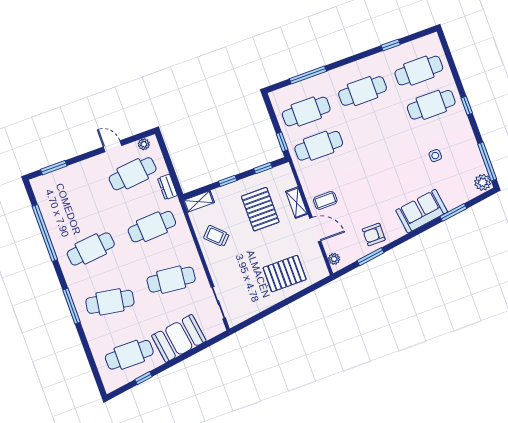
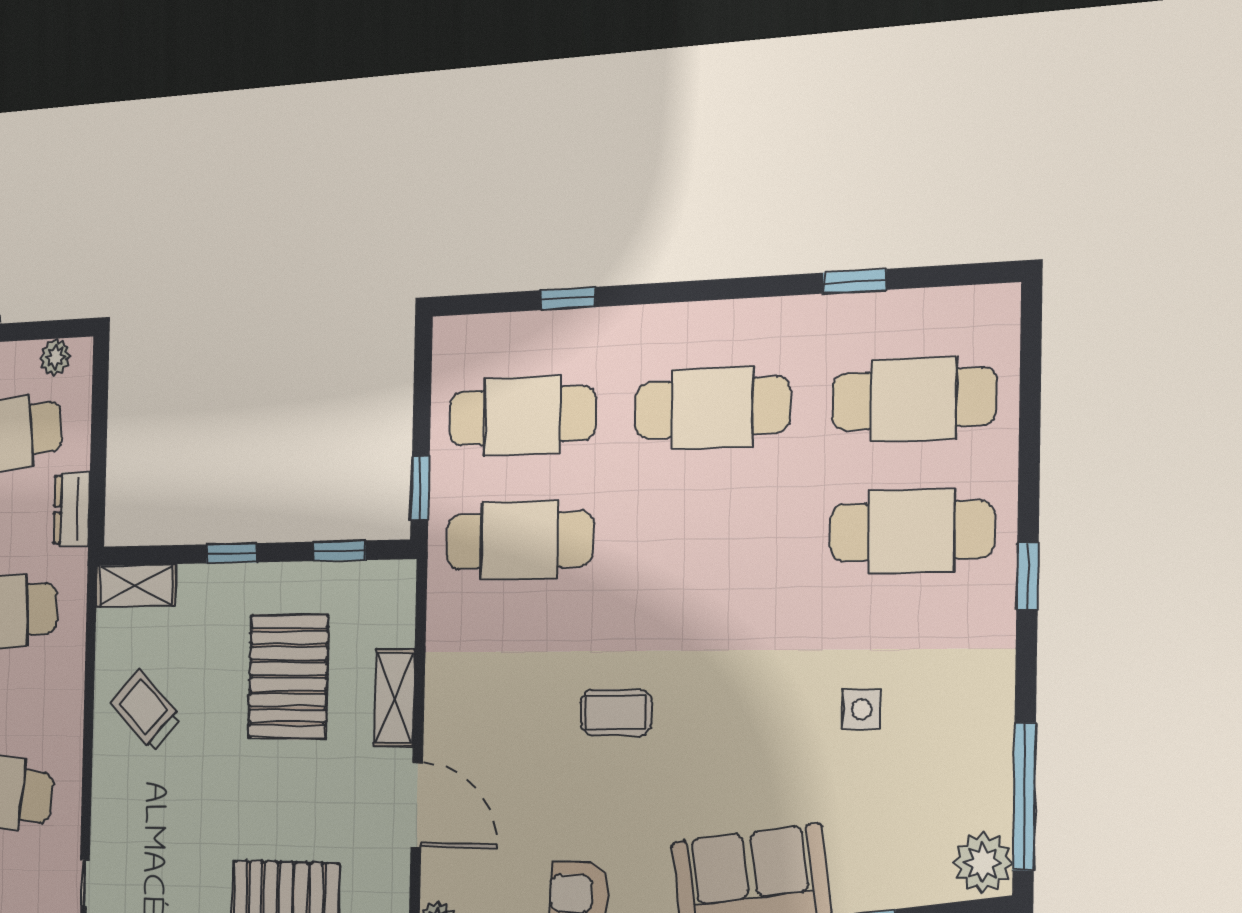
window: (308, 75) -> (568, 299), width x0.46
coffee table: (325, 200) -> (616, 713), moved

